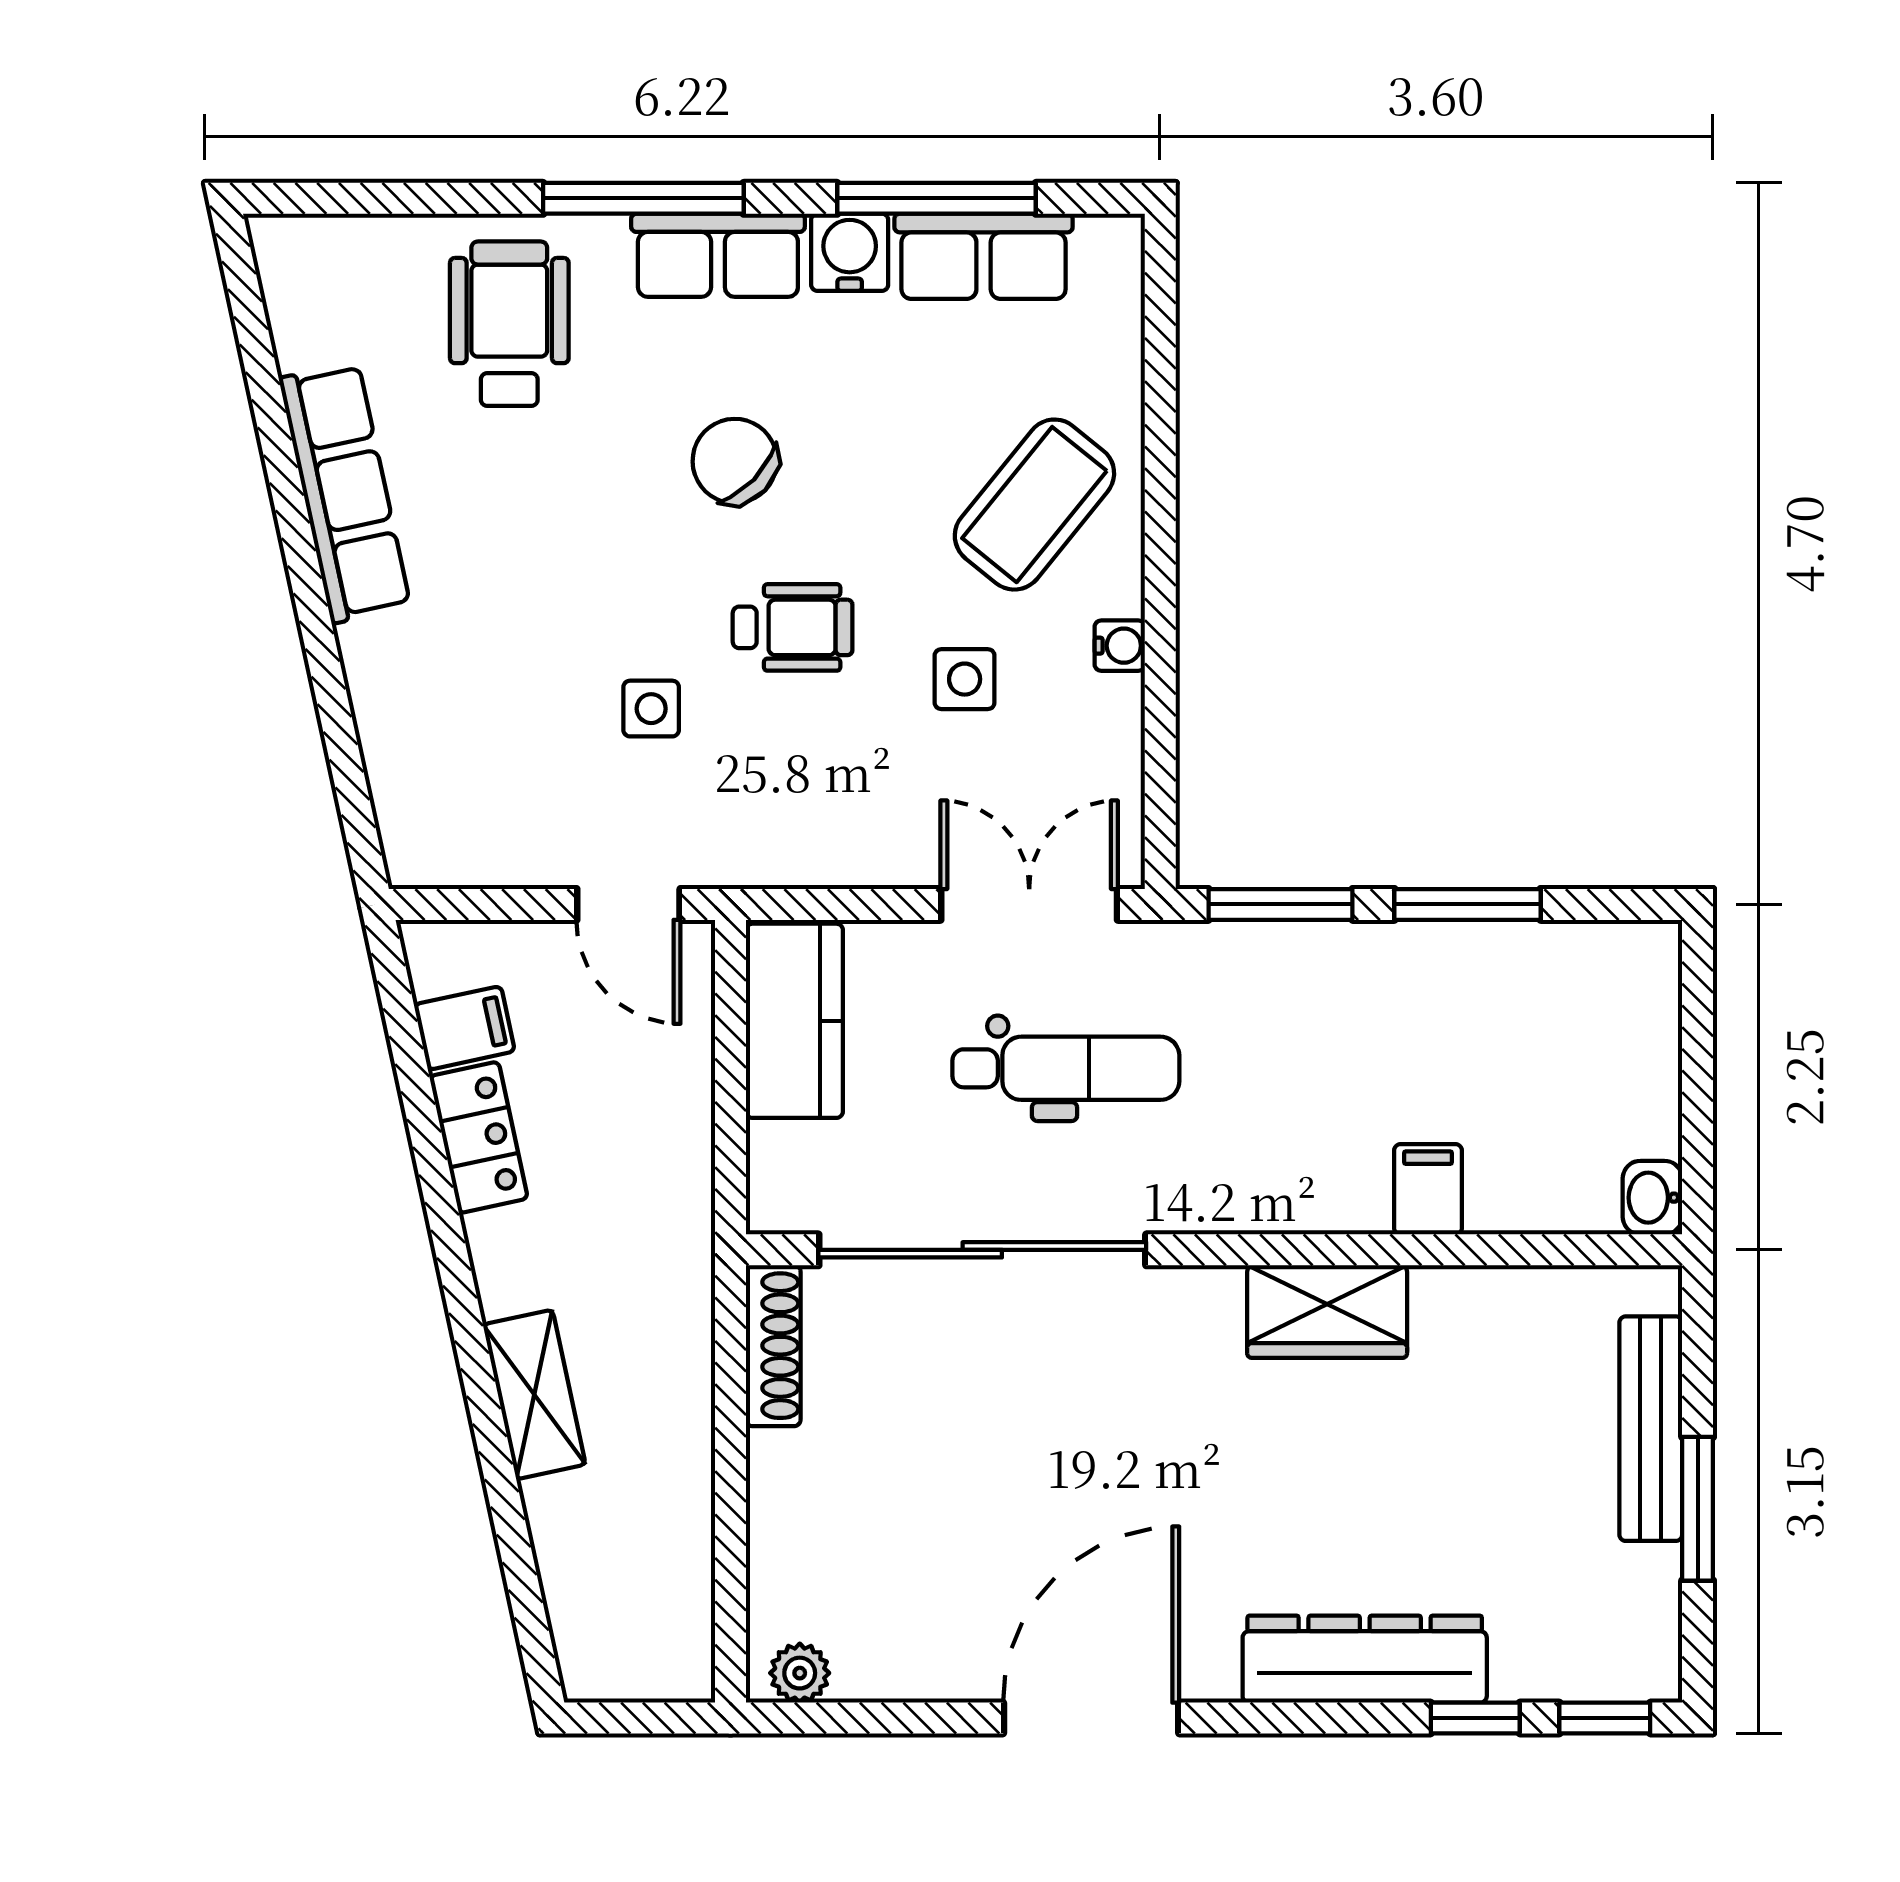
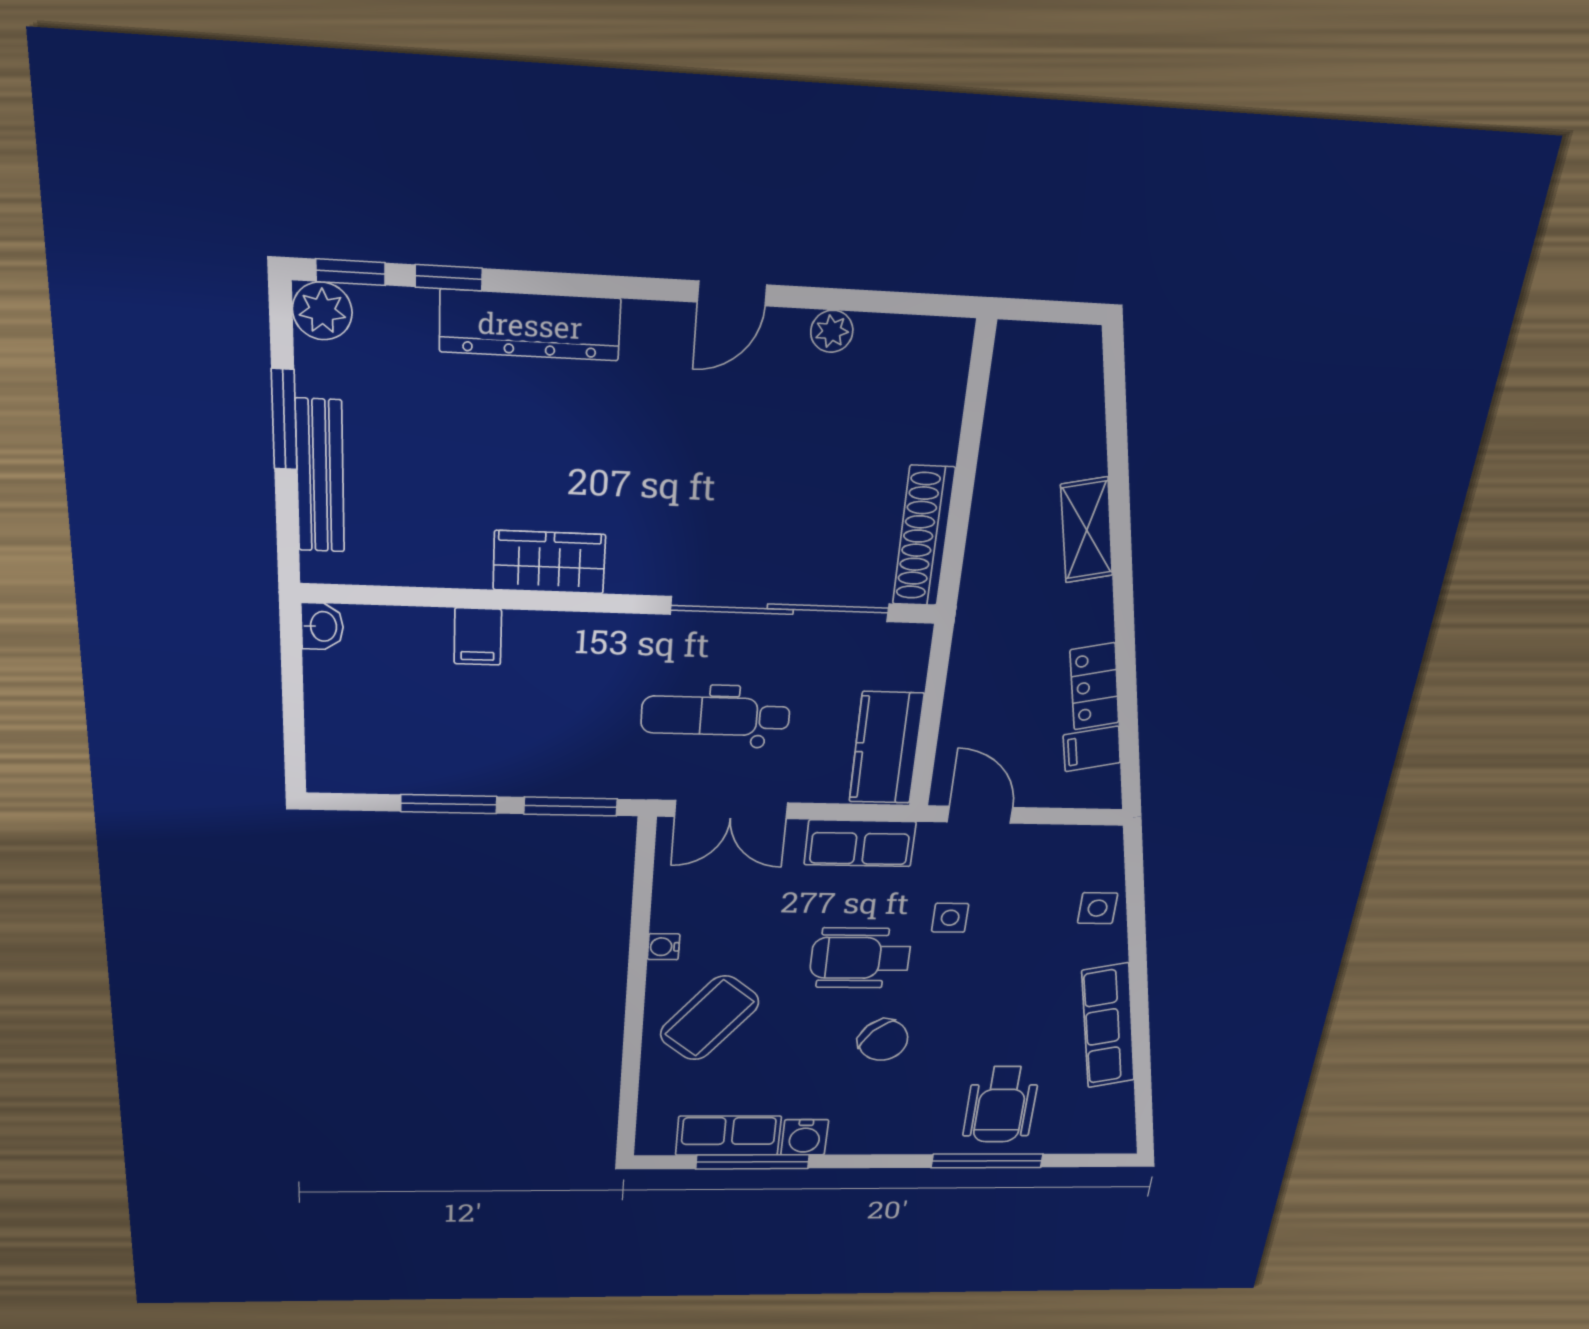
window: (643, 198) -> (987, 1161), moved
row of seats: (718, 255) -> (860, 843), moved, turned 180
wheelchair: (793, 627) -> (860, 958), width x1.36, depth x1.37
side table: (965, 679) -> (1098, 908), moved
shoe rack: (773, 1346) -> (924, 536), width x1.36, depth x1.24
plant: (1643, 1663) -> (322, 311), added
plant: (800, 1673) -> (832, 331), moved
door: (1091, 1718) -> (732, 294), width x0.53

